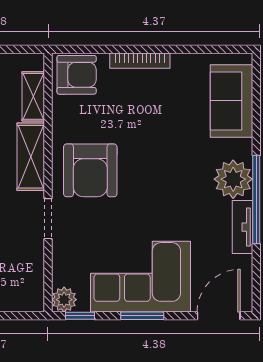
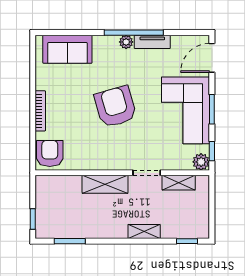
shelving: (33, 96) -> (179, 183), moved
armchair: (90, 170) -> (115, 107), moved, turned -106
plant: (233, 179) -> (126, 42), width x0.53, depth x0.53
door: (219, 316) -> (212, 58), hinge flipped

